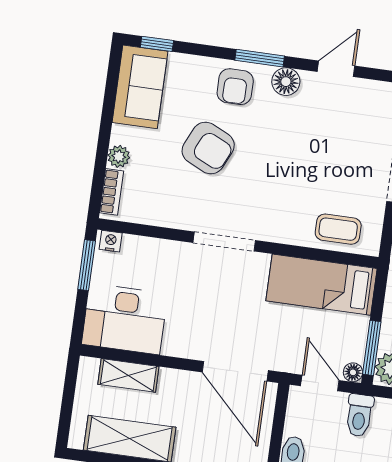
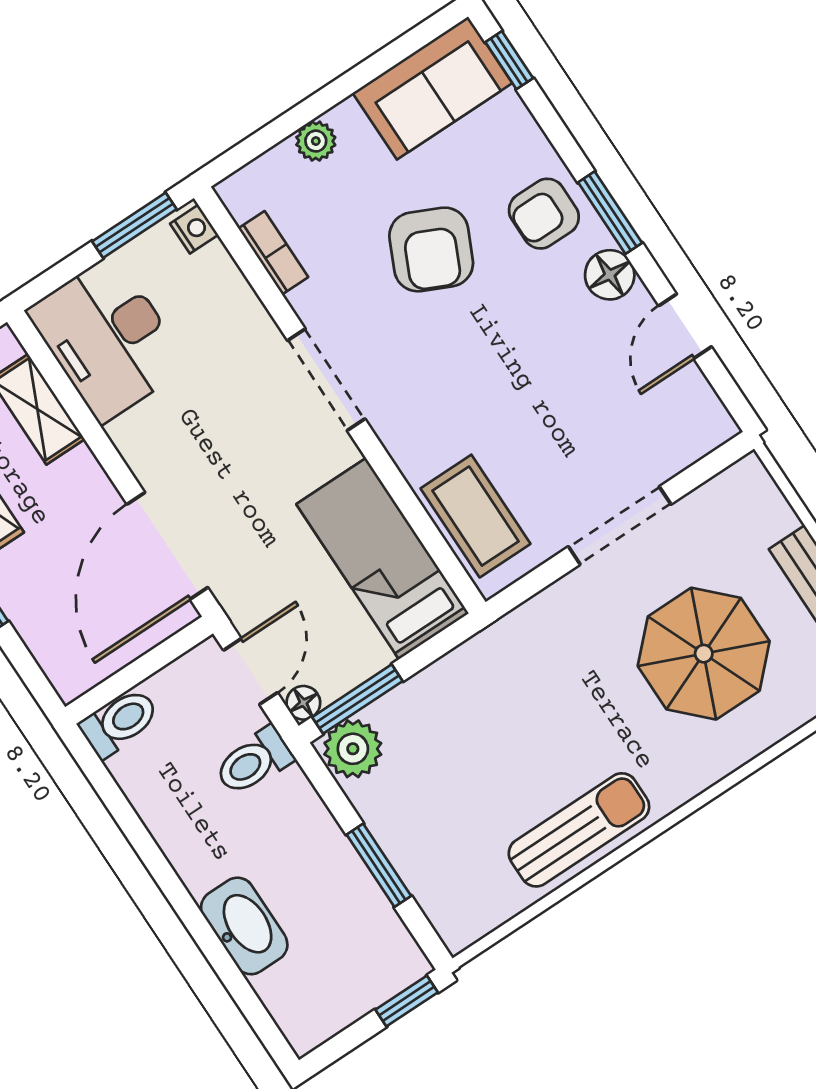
door: (336, 69) -> (685, 326), swing flipped
bookcase: (112, 192) -> (273, 253), moved, turned -90
coffee table: (338, 229) -> (475, 516), width x1.36, depth x1.30

